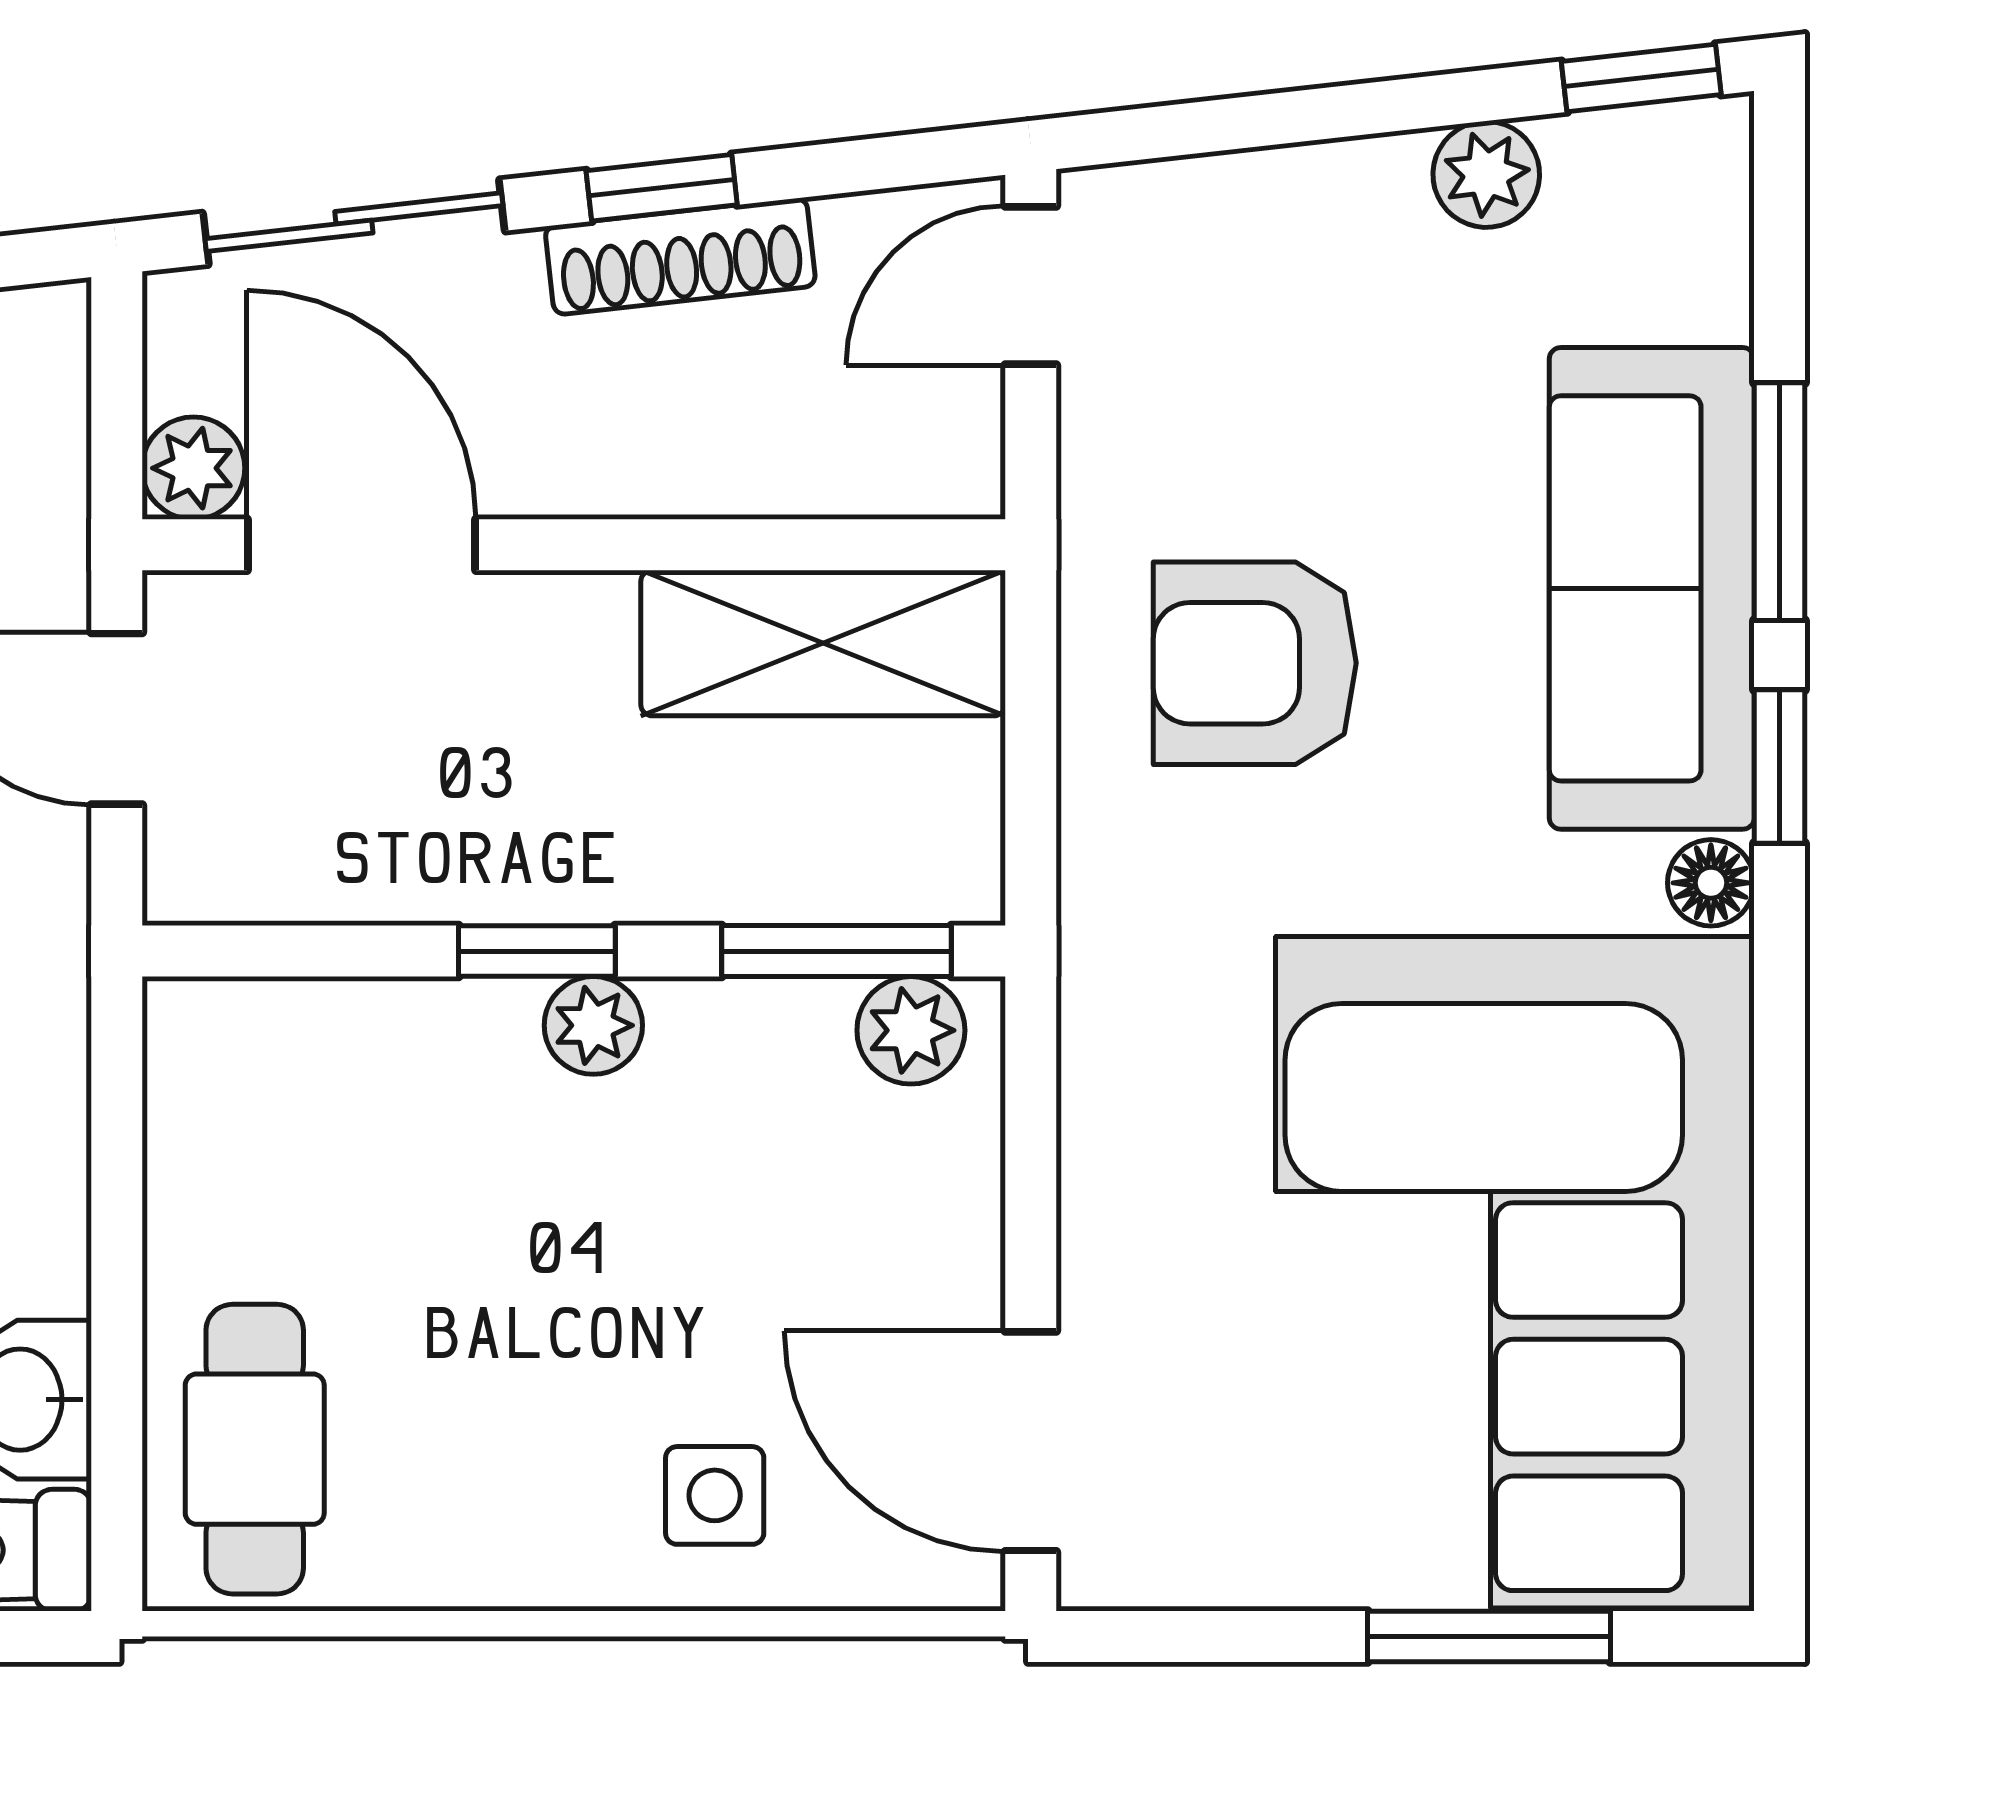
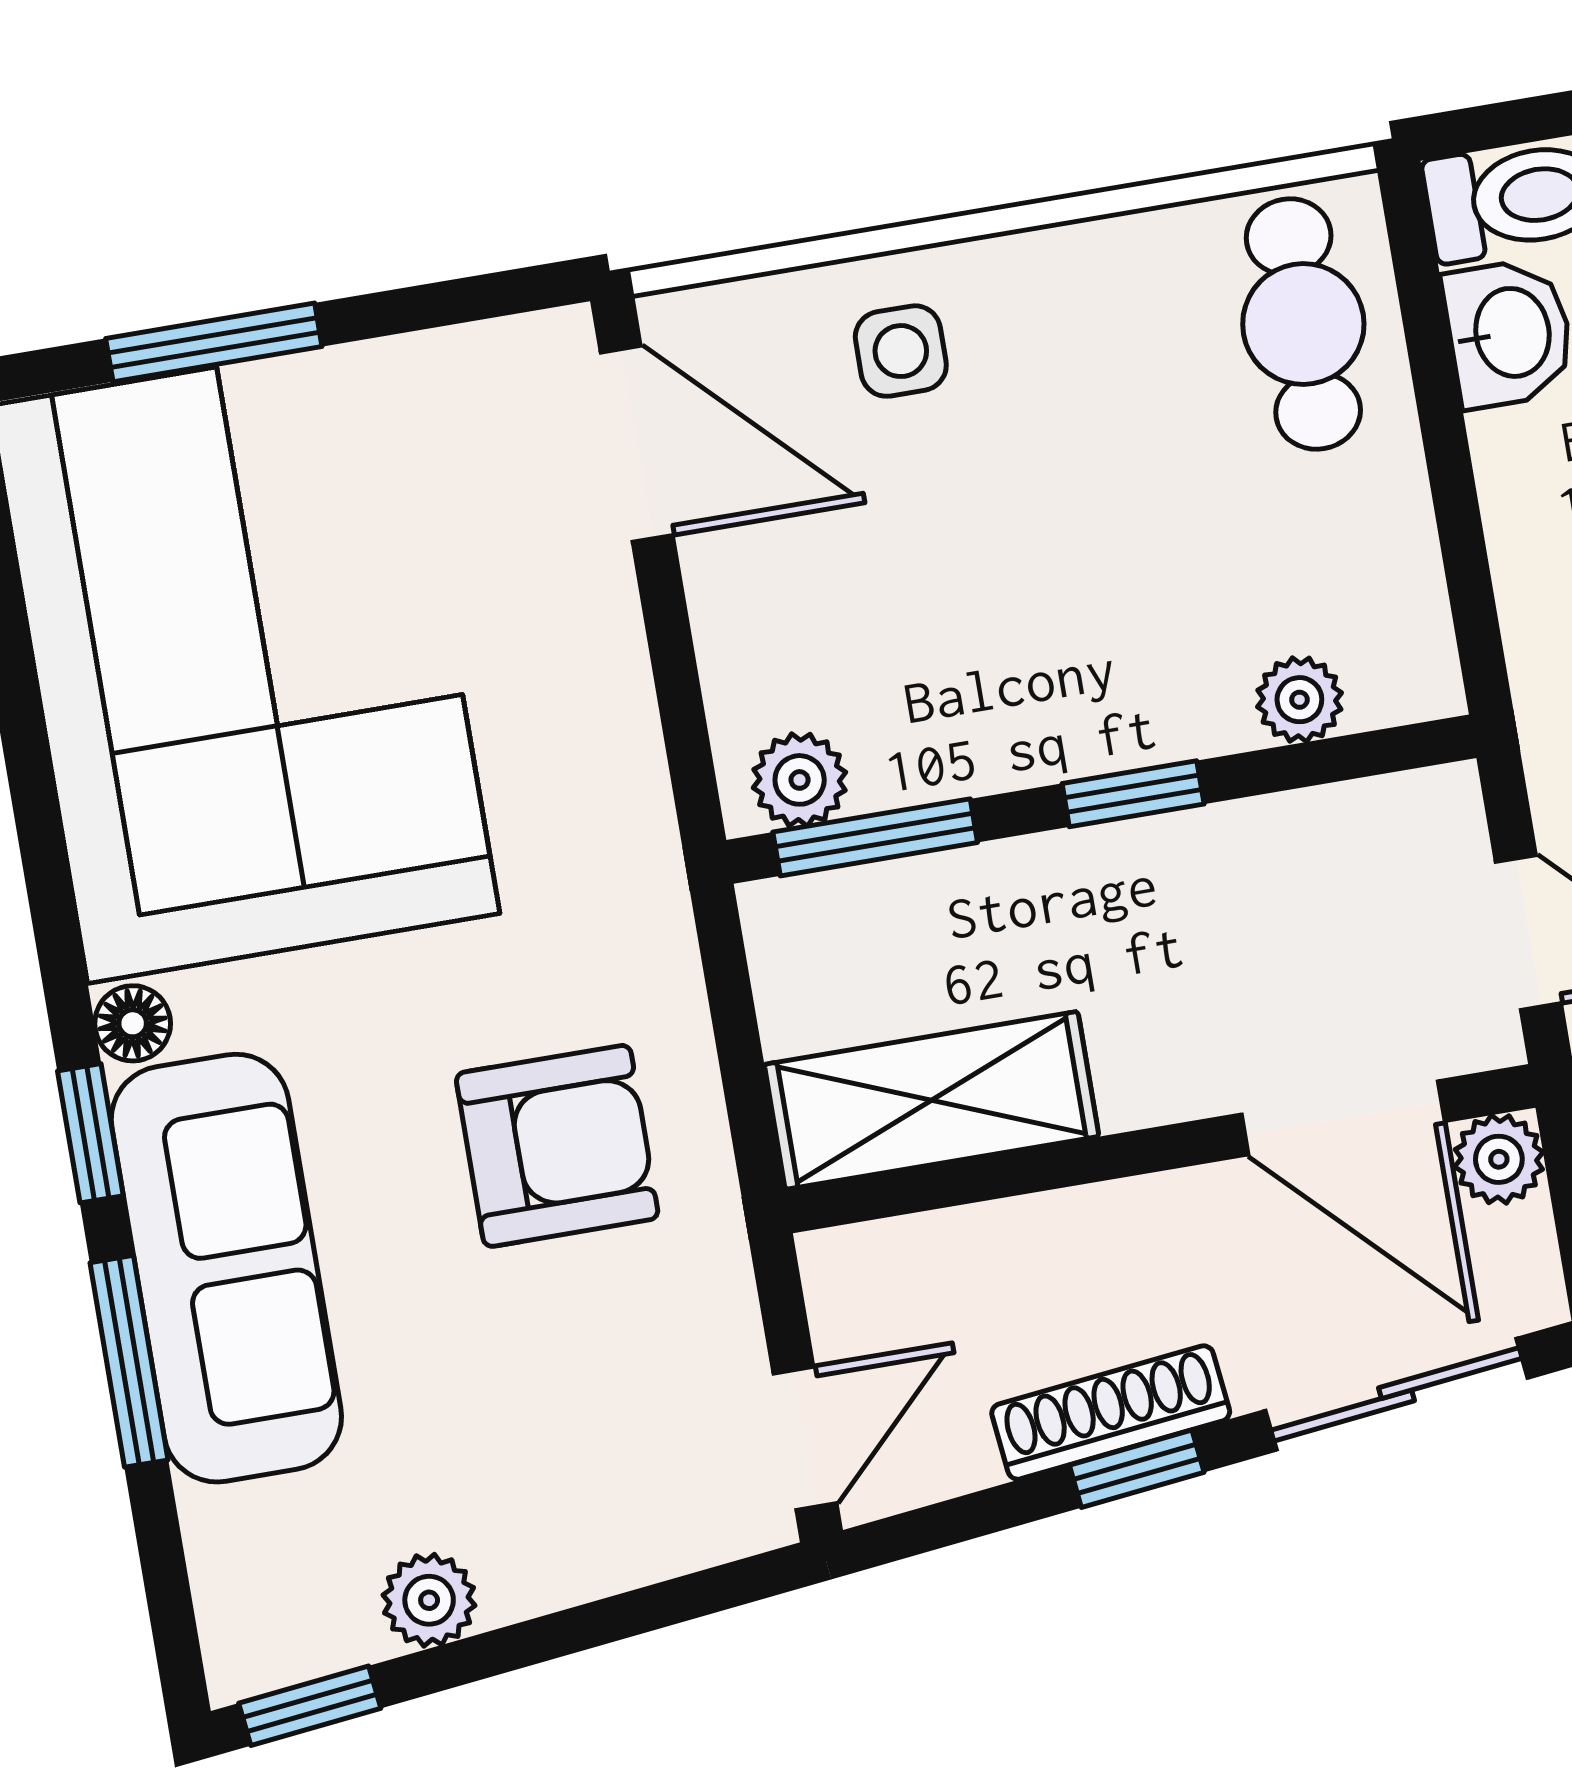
plant: (593, 1025) -> (1299, 700), moved

